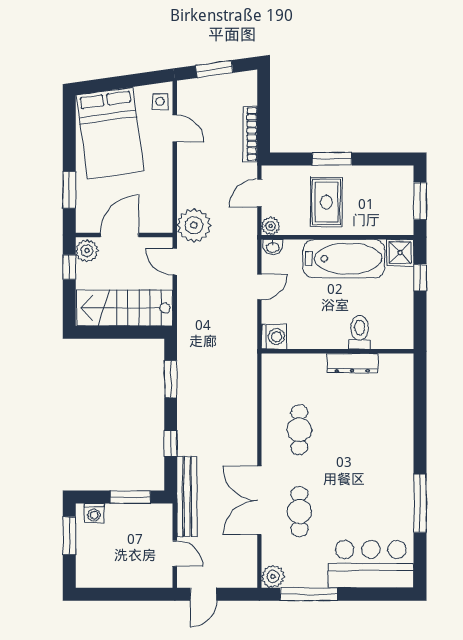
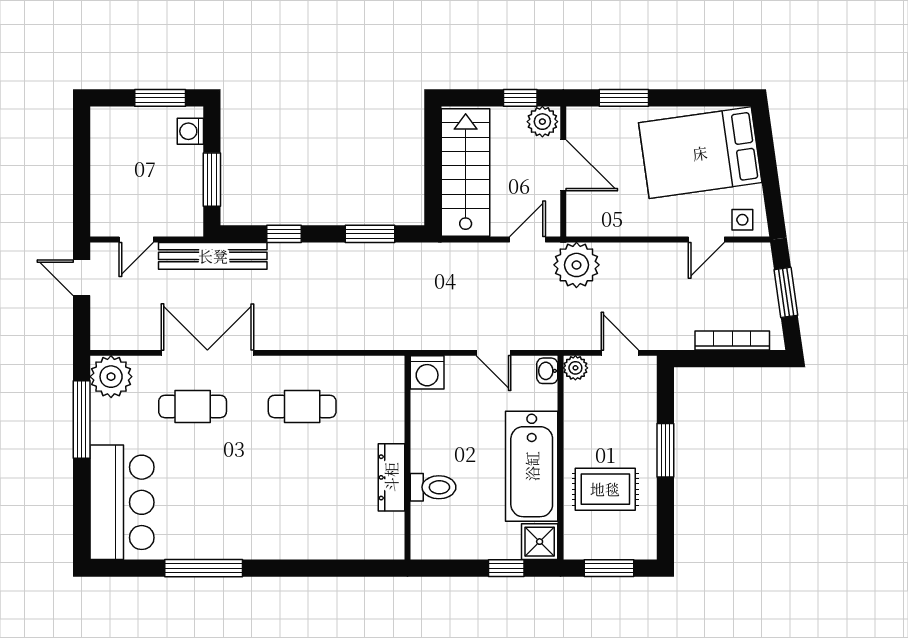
bookcase: (250, 134) -> (732, 341), moved
rug: (326, 202) -> (605, 489), moved
plant: (273, 576) -> (111, 377), width x1.36, depth x1.36

